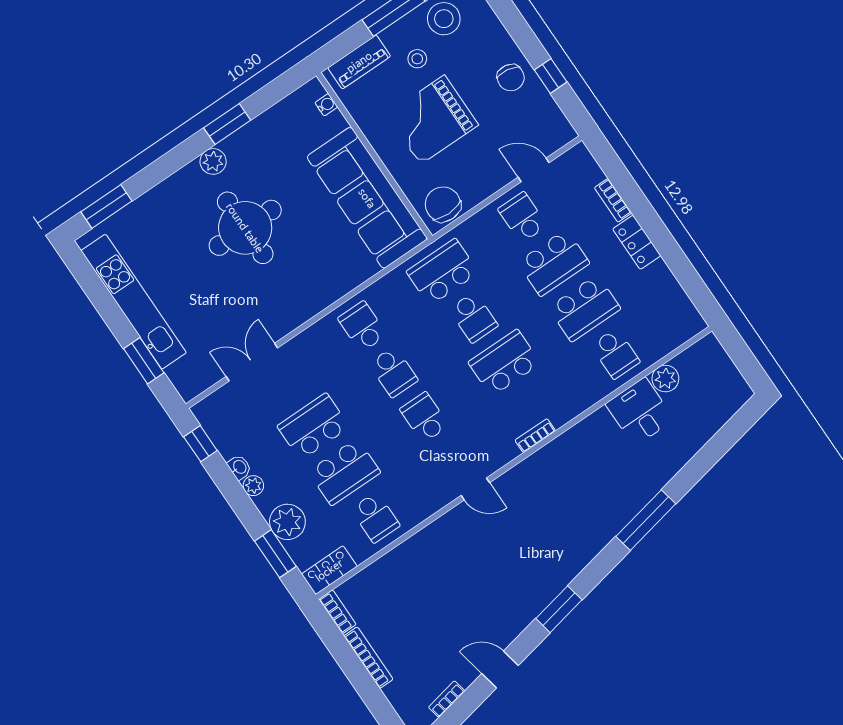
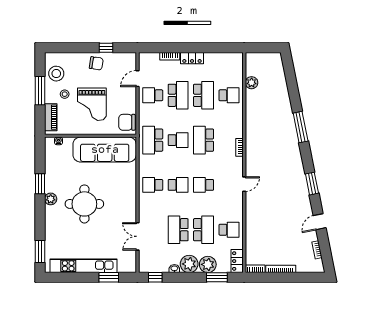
desk: (640, 412) -> (258, 101), removed
plant: (253, 486) -> (189, 264), width x1.88, depth x1.88

